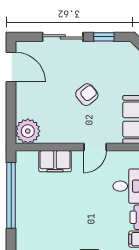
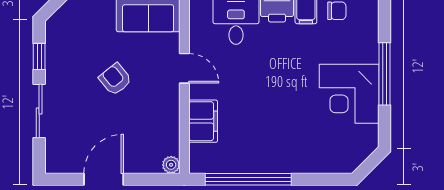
door: (11, 67) -> (104, 179), moved
plant: (28, 131) -> (171, 165), width x0.53, depth x0.53

